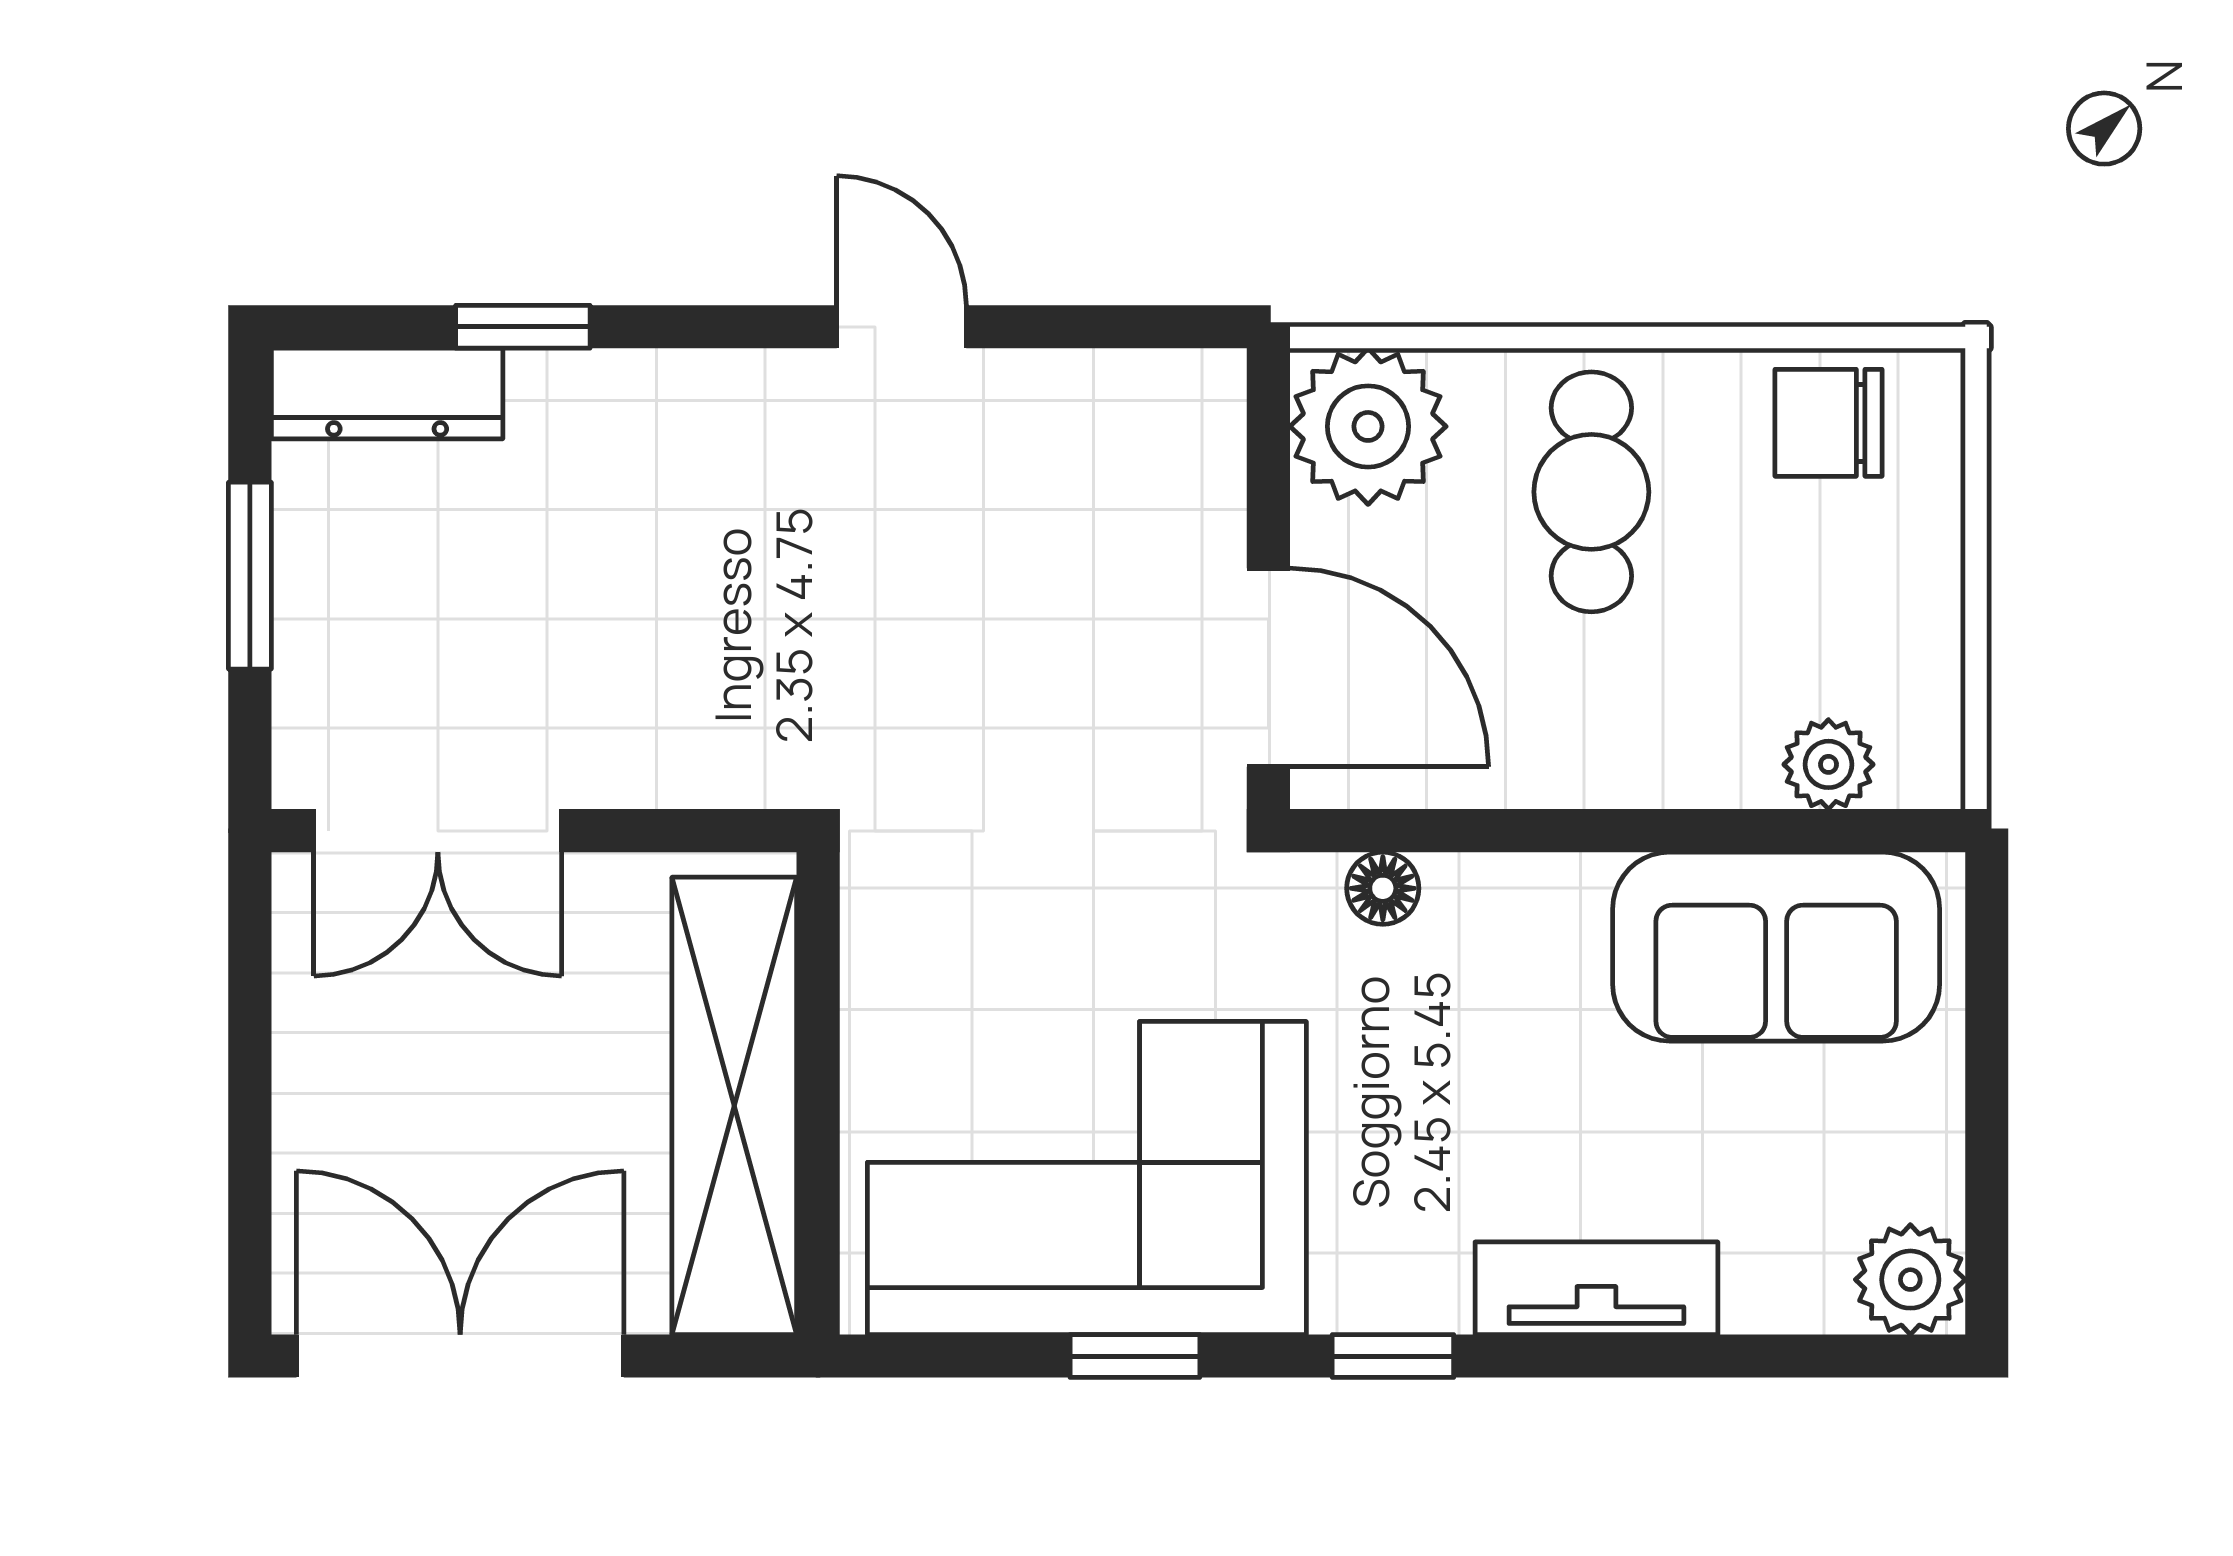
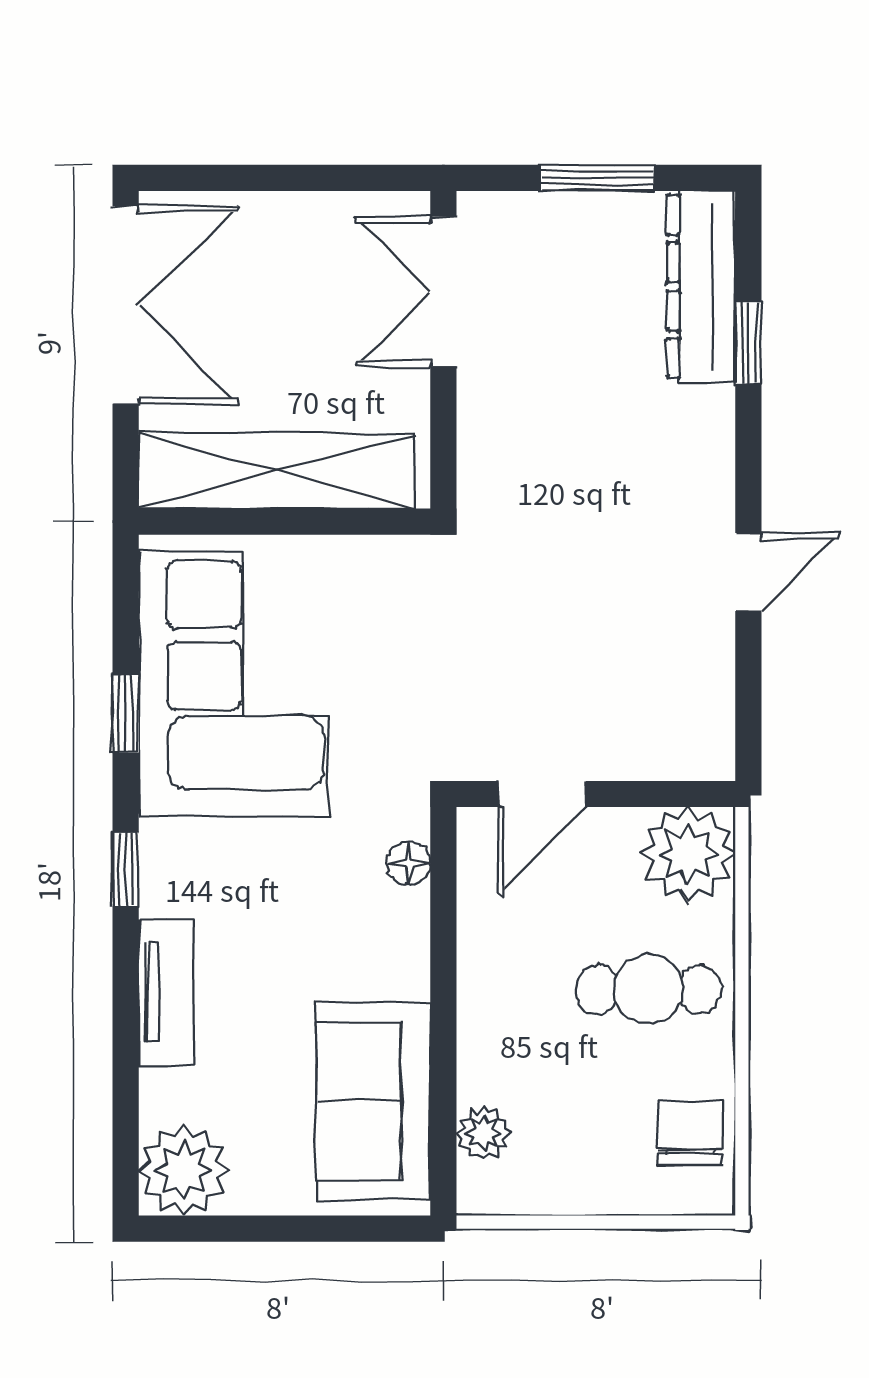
dresser: (387, 394) -> (701, 286), width x1.37, depth x1.24
door: (1268, 668) -> (542, 794), width x0.73
plant: (1910, 1280) -> (184, 1170), width x1.36, depth x1.36

